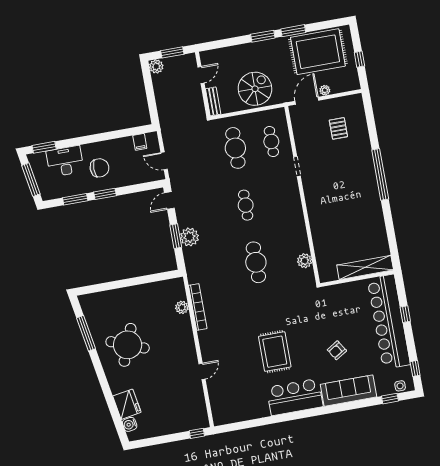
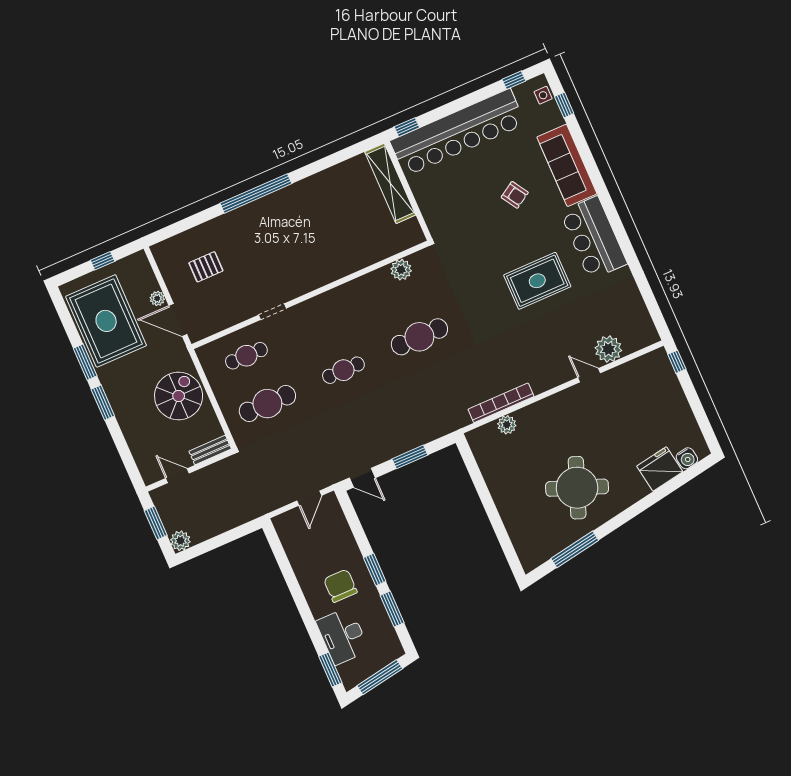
spiral stairs: (255, 89) -> (179, 396), turned 90
filing cabinet: (140, 142) -> (291, 538), removed
plant: (189, 237) -> (608, 349), moved
window: (405, 314) -> (407, 127), moved

